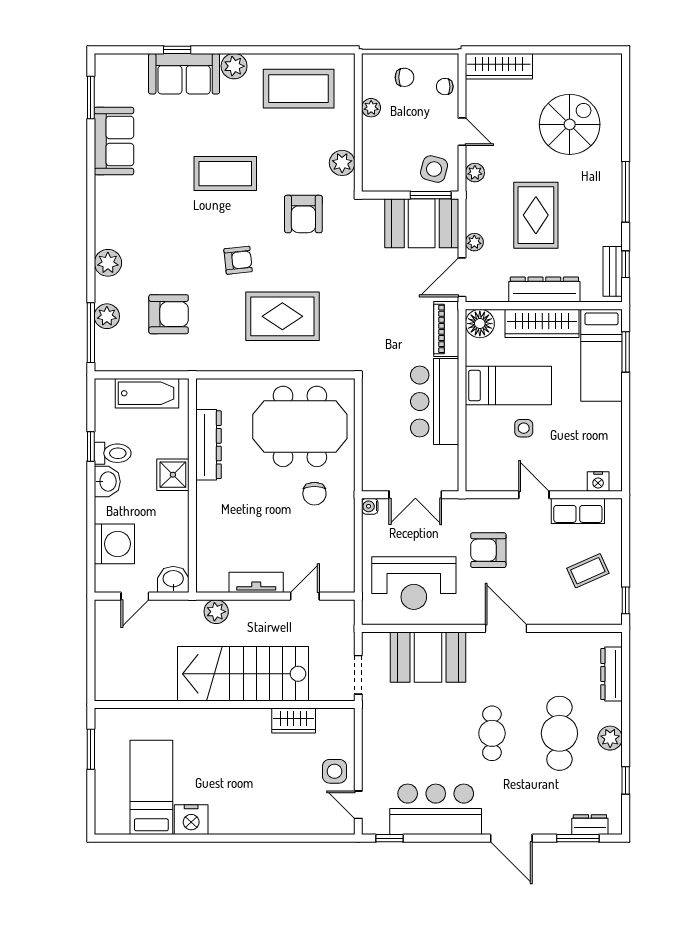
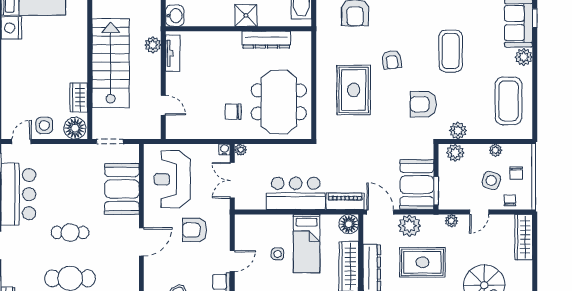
plant: (375, 167) -> (455, 153), added
side table: (434, 169) -> (491, 180), moved
plant: (474, 242) -> (409, 226), width x1.88, depth x1.88
plant: (370, 483) -> (241, 150), added
armchair: (488, 550) -> (195, 230), turned -90
tv unit: (256, 582) -> (173, 53), moved
floor lamp: (339, 726) -> (75, 128), added

